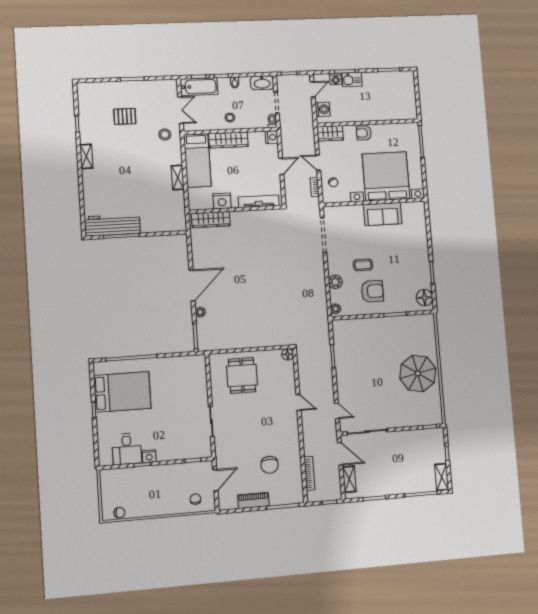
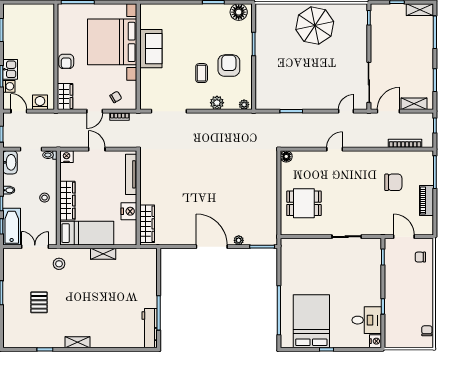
workbench: (112, 225) -> (150, 328), width x0.73, depth x0.76
nightstand: (149, 456) -> (375, 341), moved

